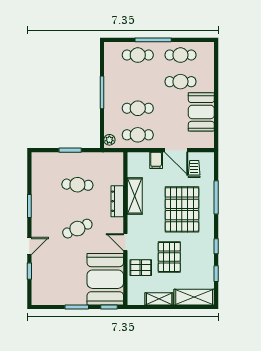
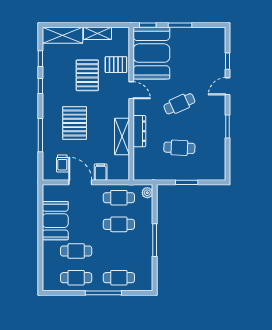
pallet: (182, 209) -> (75, 123), width x0.73, depth x0.71

